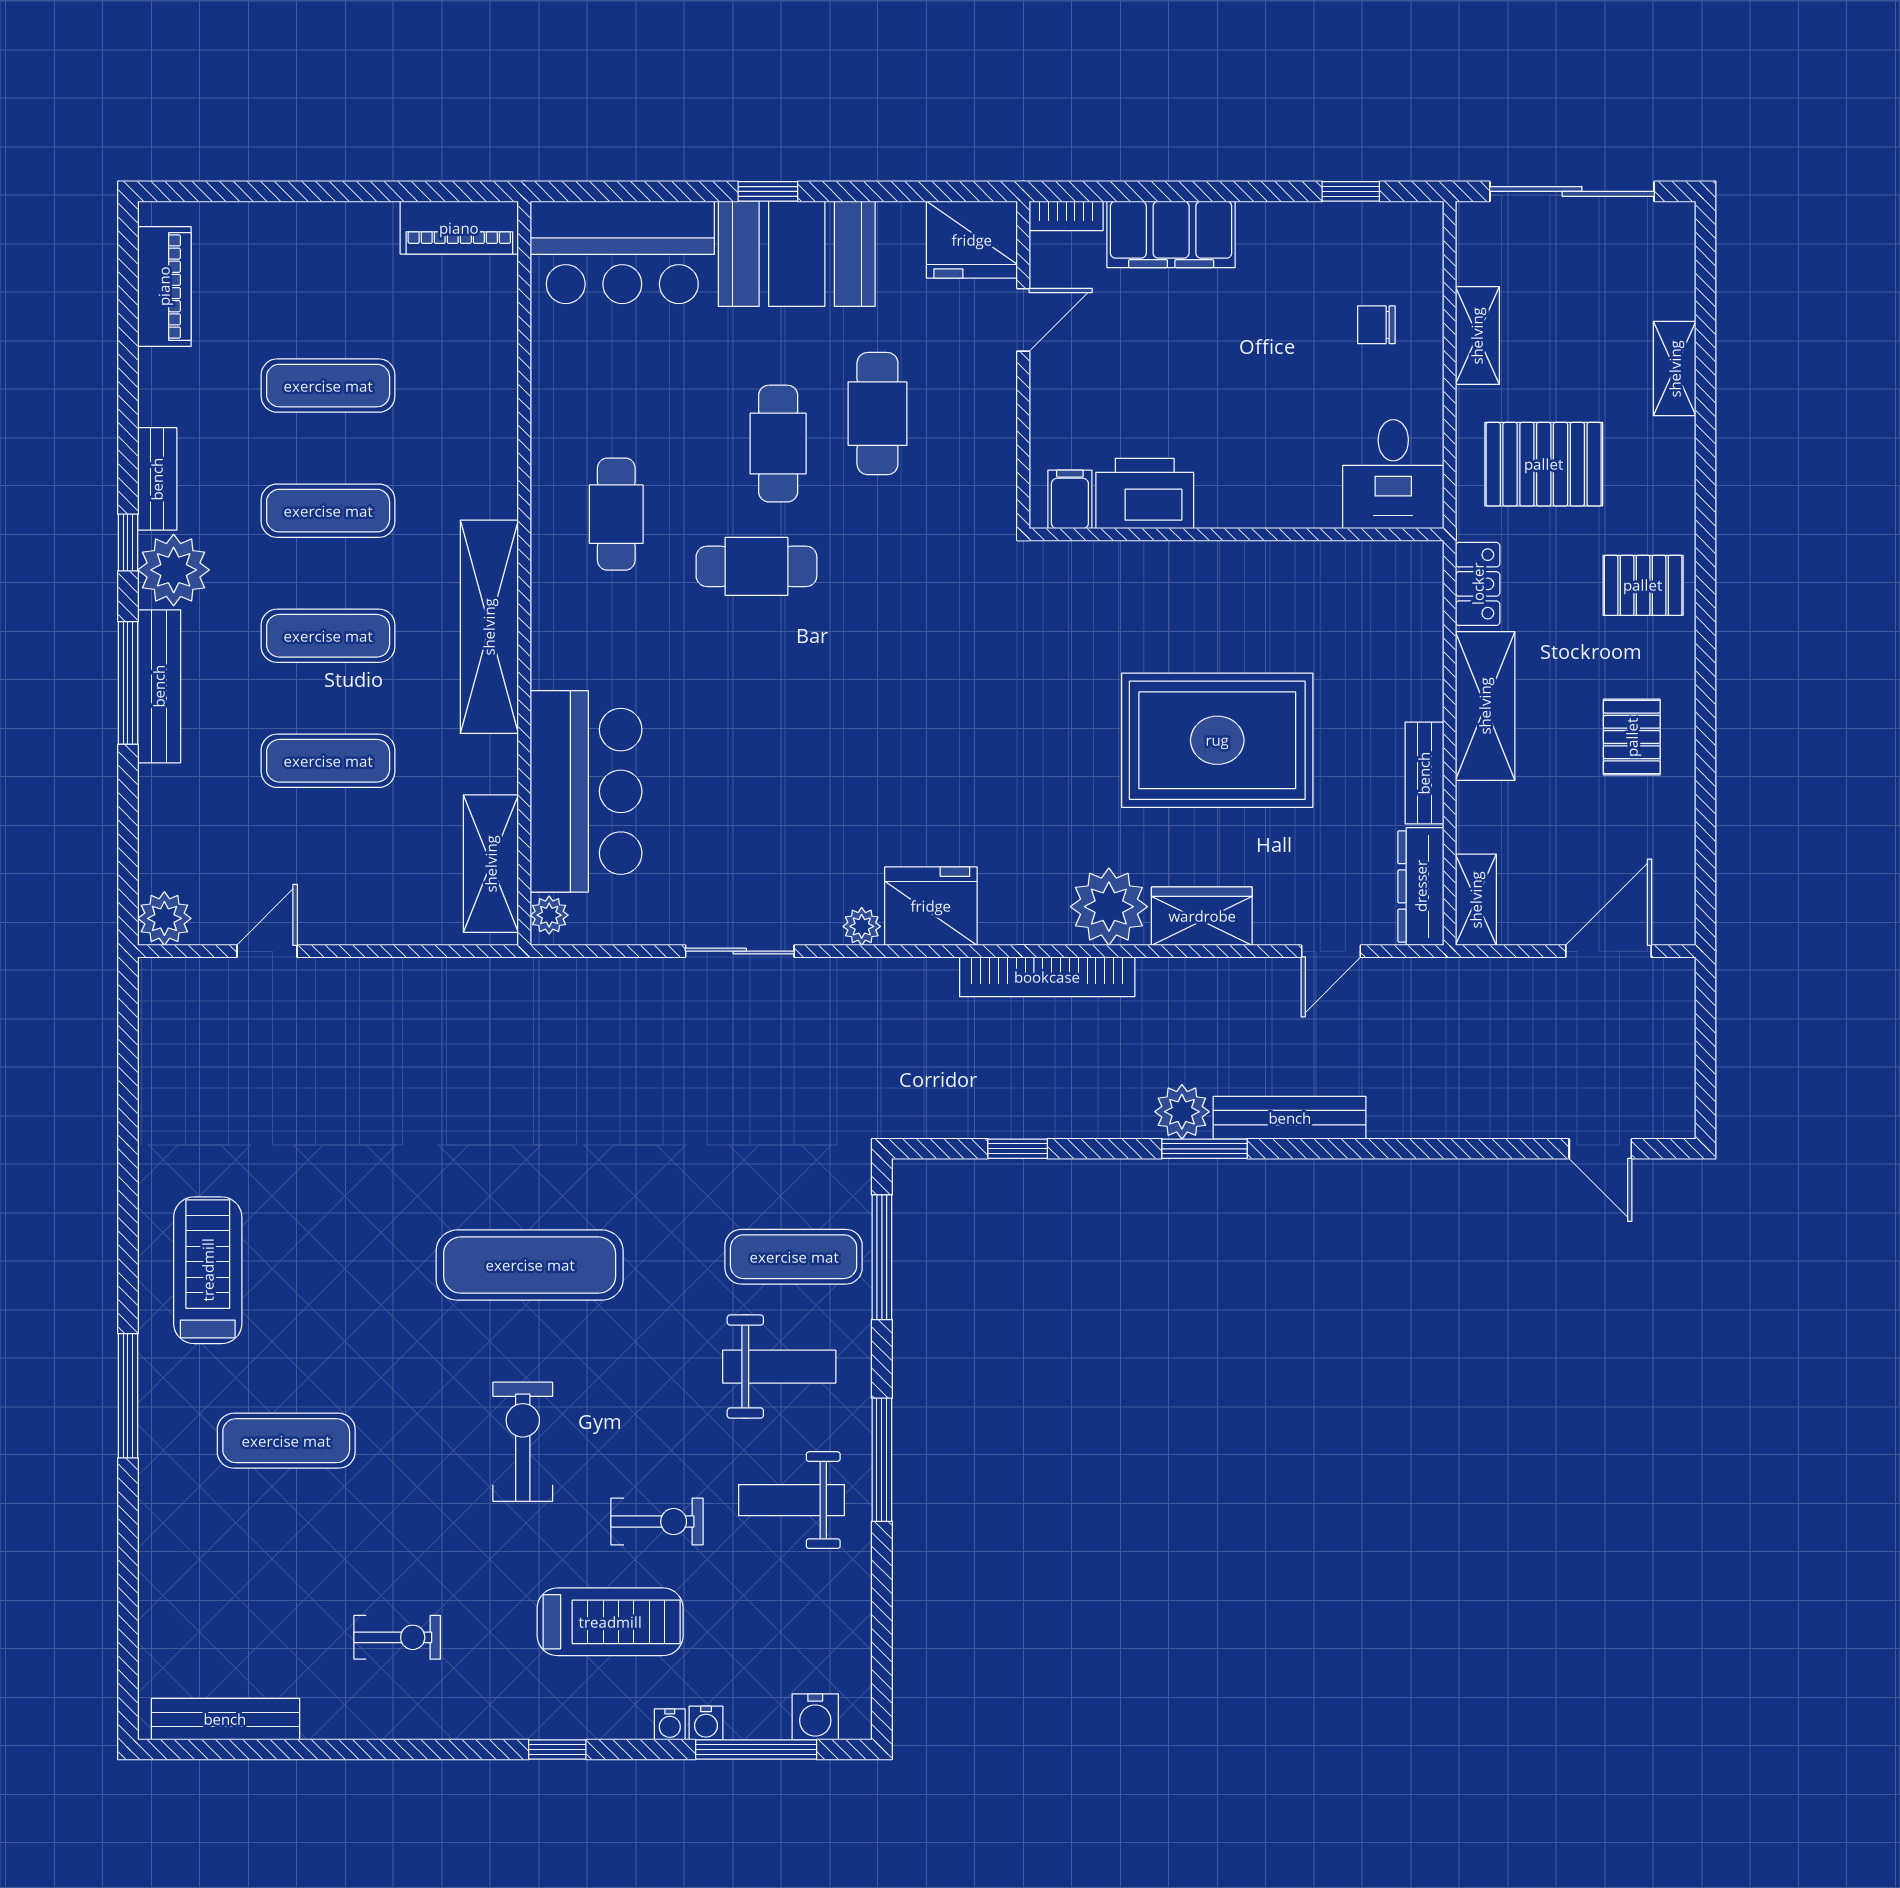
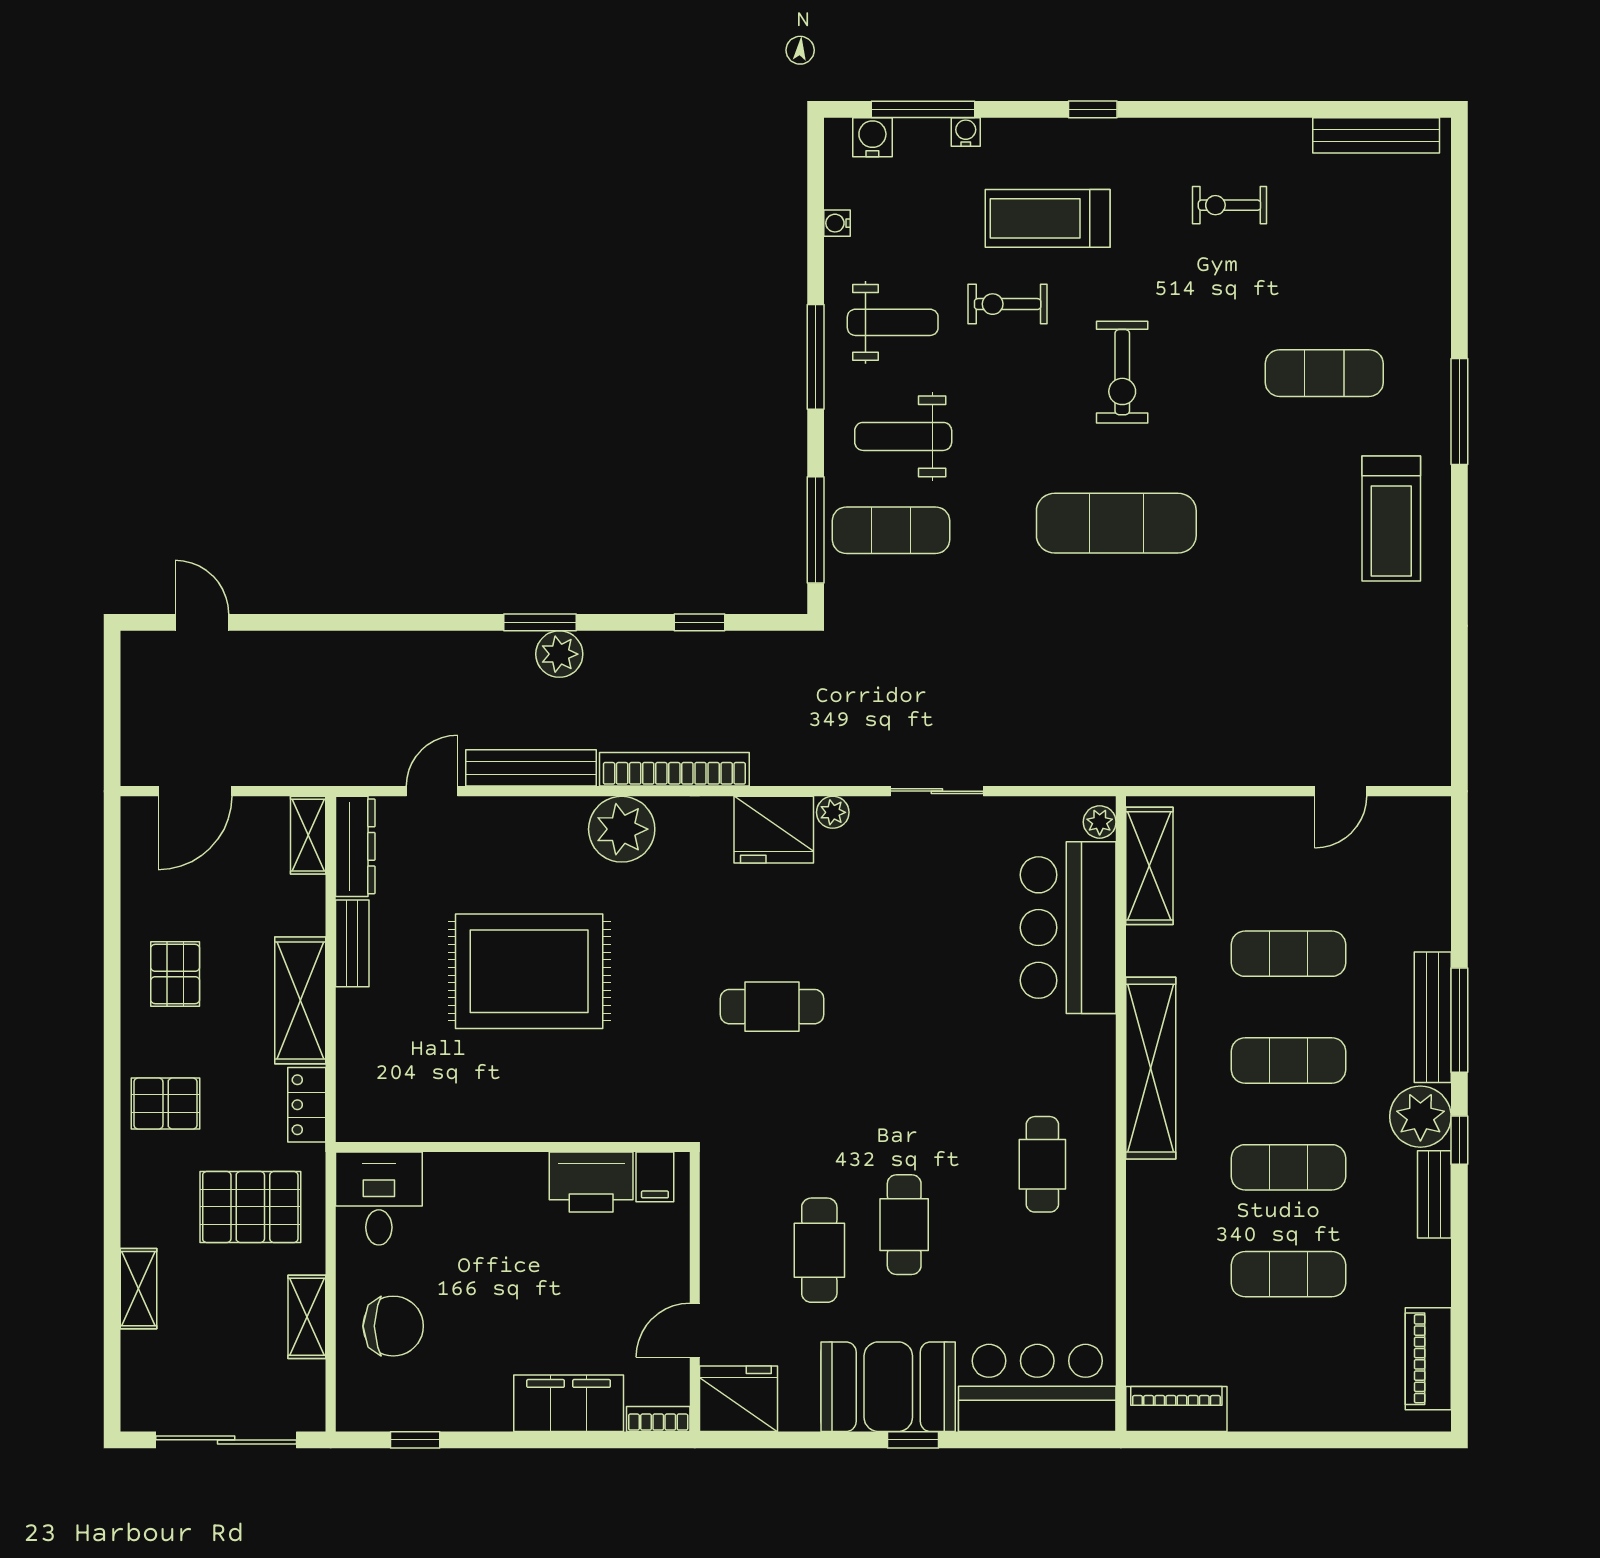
chair: (1376, 325) -> (393, 1326), width x1.87, depth x1.87
cafe table: (756, 566) -> (772, 1007), moved
wardrobe: (1202, 916) -> (542, 821), removed
plant: (164, 918) -> (1428, 819), removed
bench: (1290, 1118) -> (531, 768), moved
water cooler: (670, 1724) -> (837, 223), moved, turned -90

